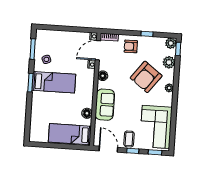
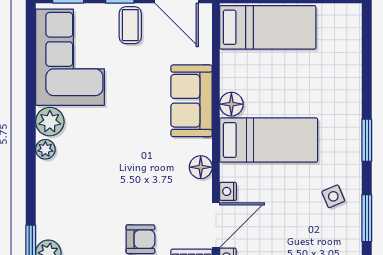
plant: (169, 62) -> (50, 122), moved
armchair: (146, 77) -> (100, 171), removed
bed: (54, 82) -> (269, 140), moved, turned 180
floor lamp: (87, 113) -> (231, 104), moved

